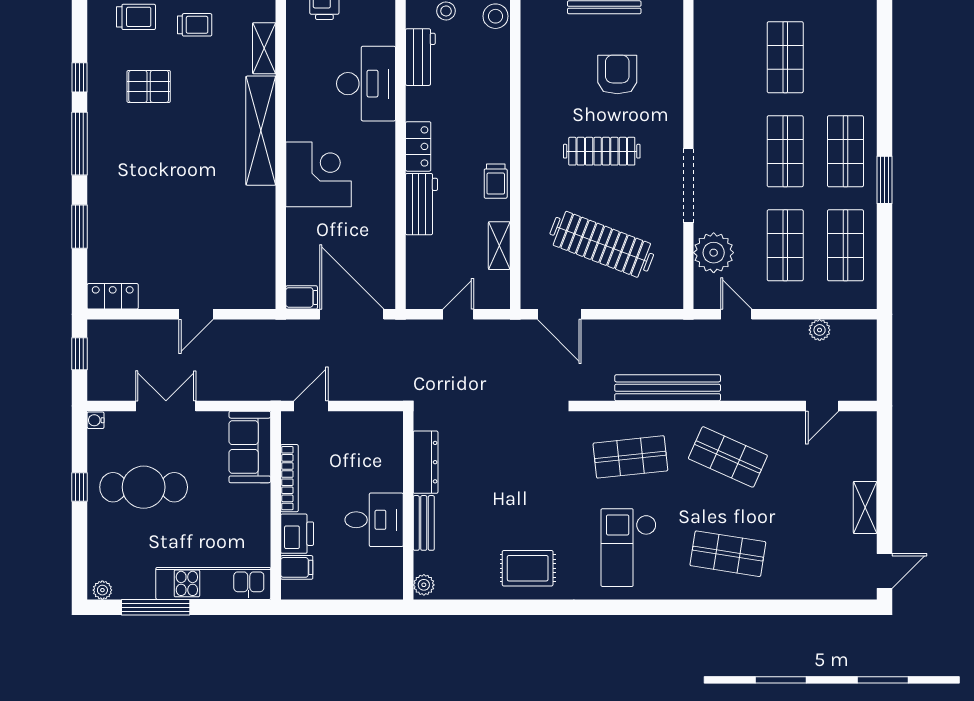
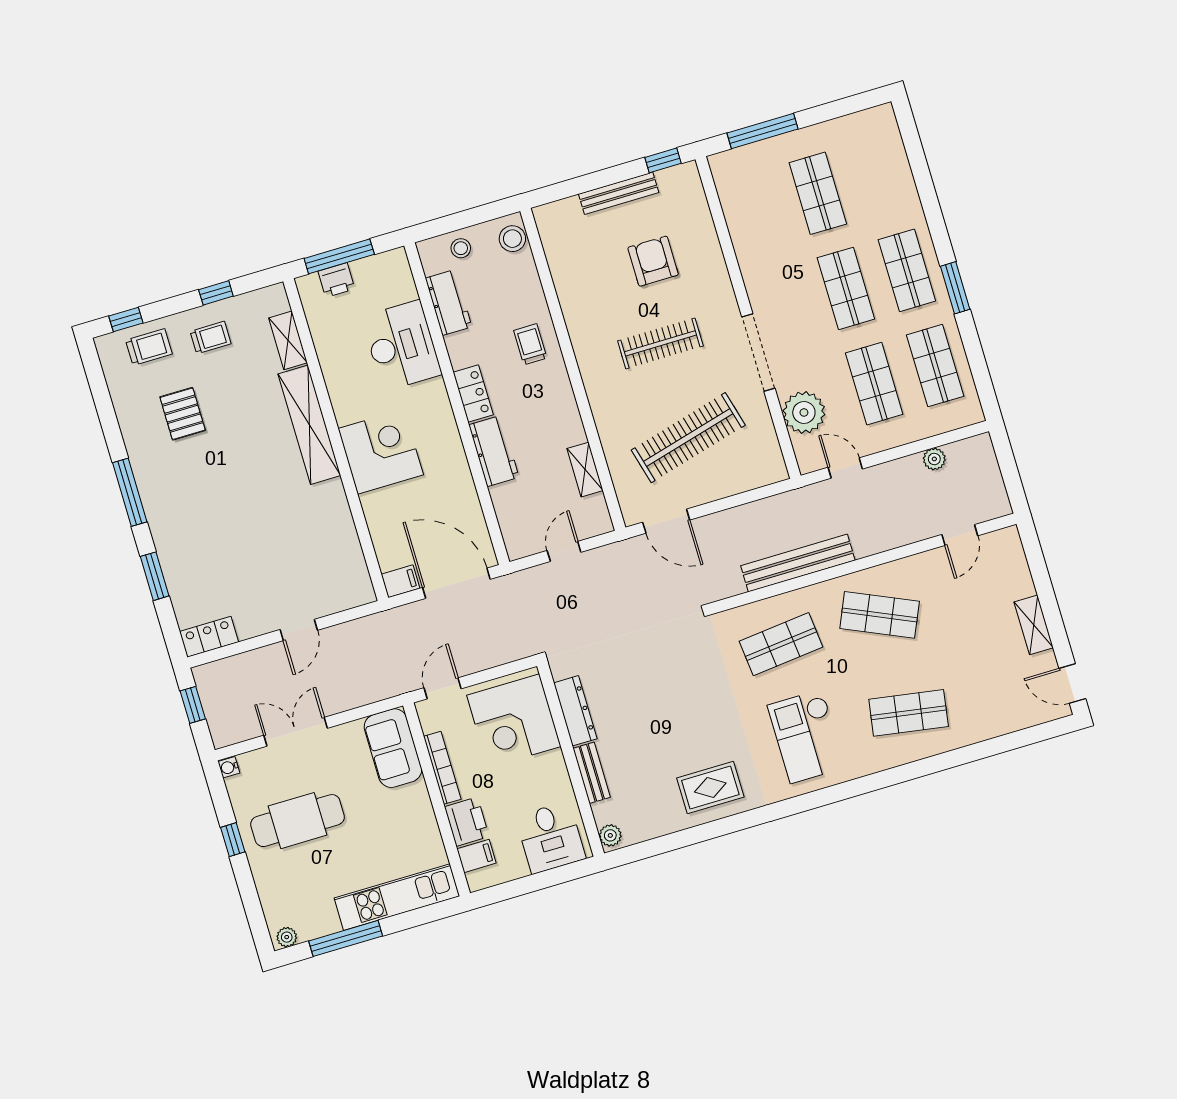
window: (80, 77) -> (110, 425), removed
pallet: (149, 86) -> (183, 414), turned 90
trolley: (496, 181) -> (530, 344), moved, turned 180
clothes rail: (602, 244) -> (688, 438), turned -36
corner desk: (367, 455) -> (514, 721), added
desk: (374, 520) -> (551, 837), moved, turned 90
door: (885, 571) -> (1072, 683), swing flipped

